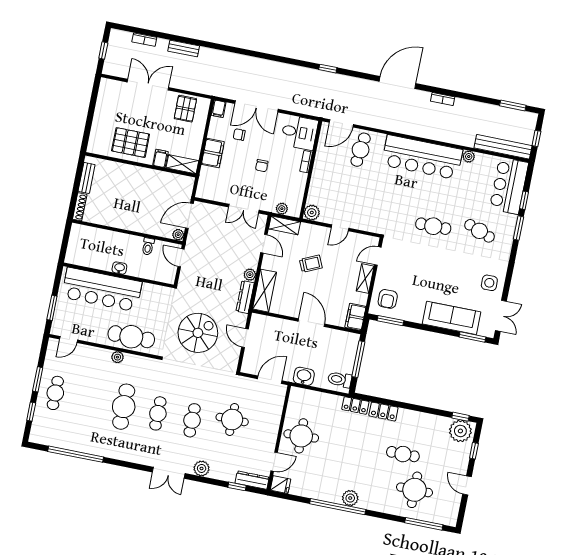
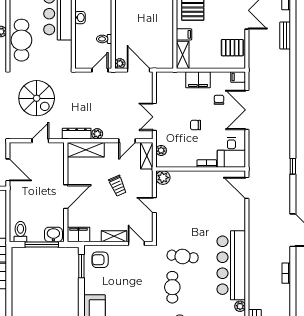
cafe table: (361, 150) -> (183, 256), moved
washbasin: (304, 376) -> (53, 235), moved, turned -90

